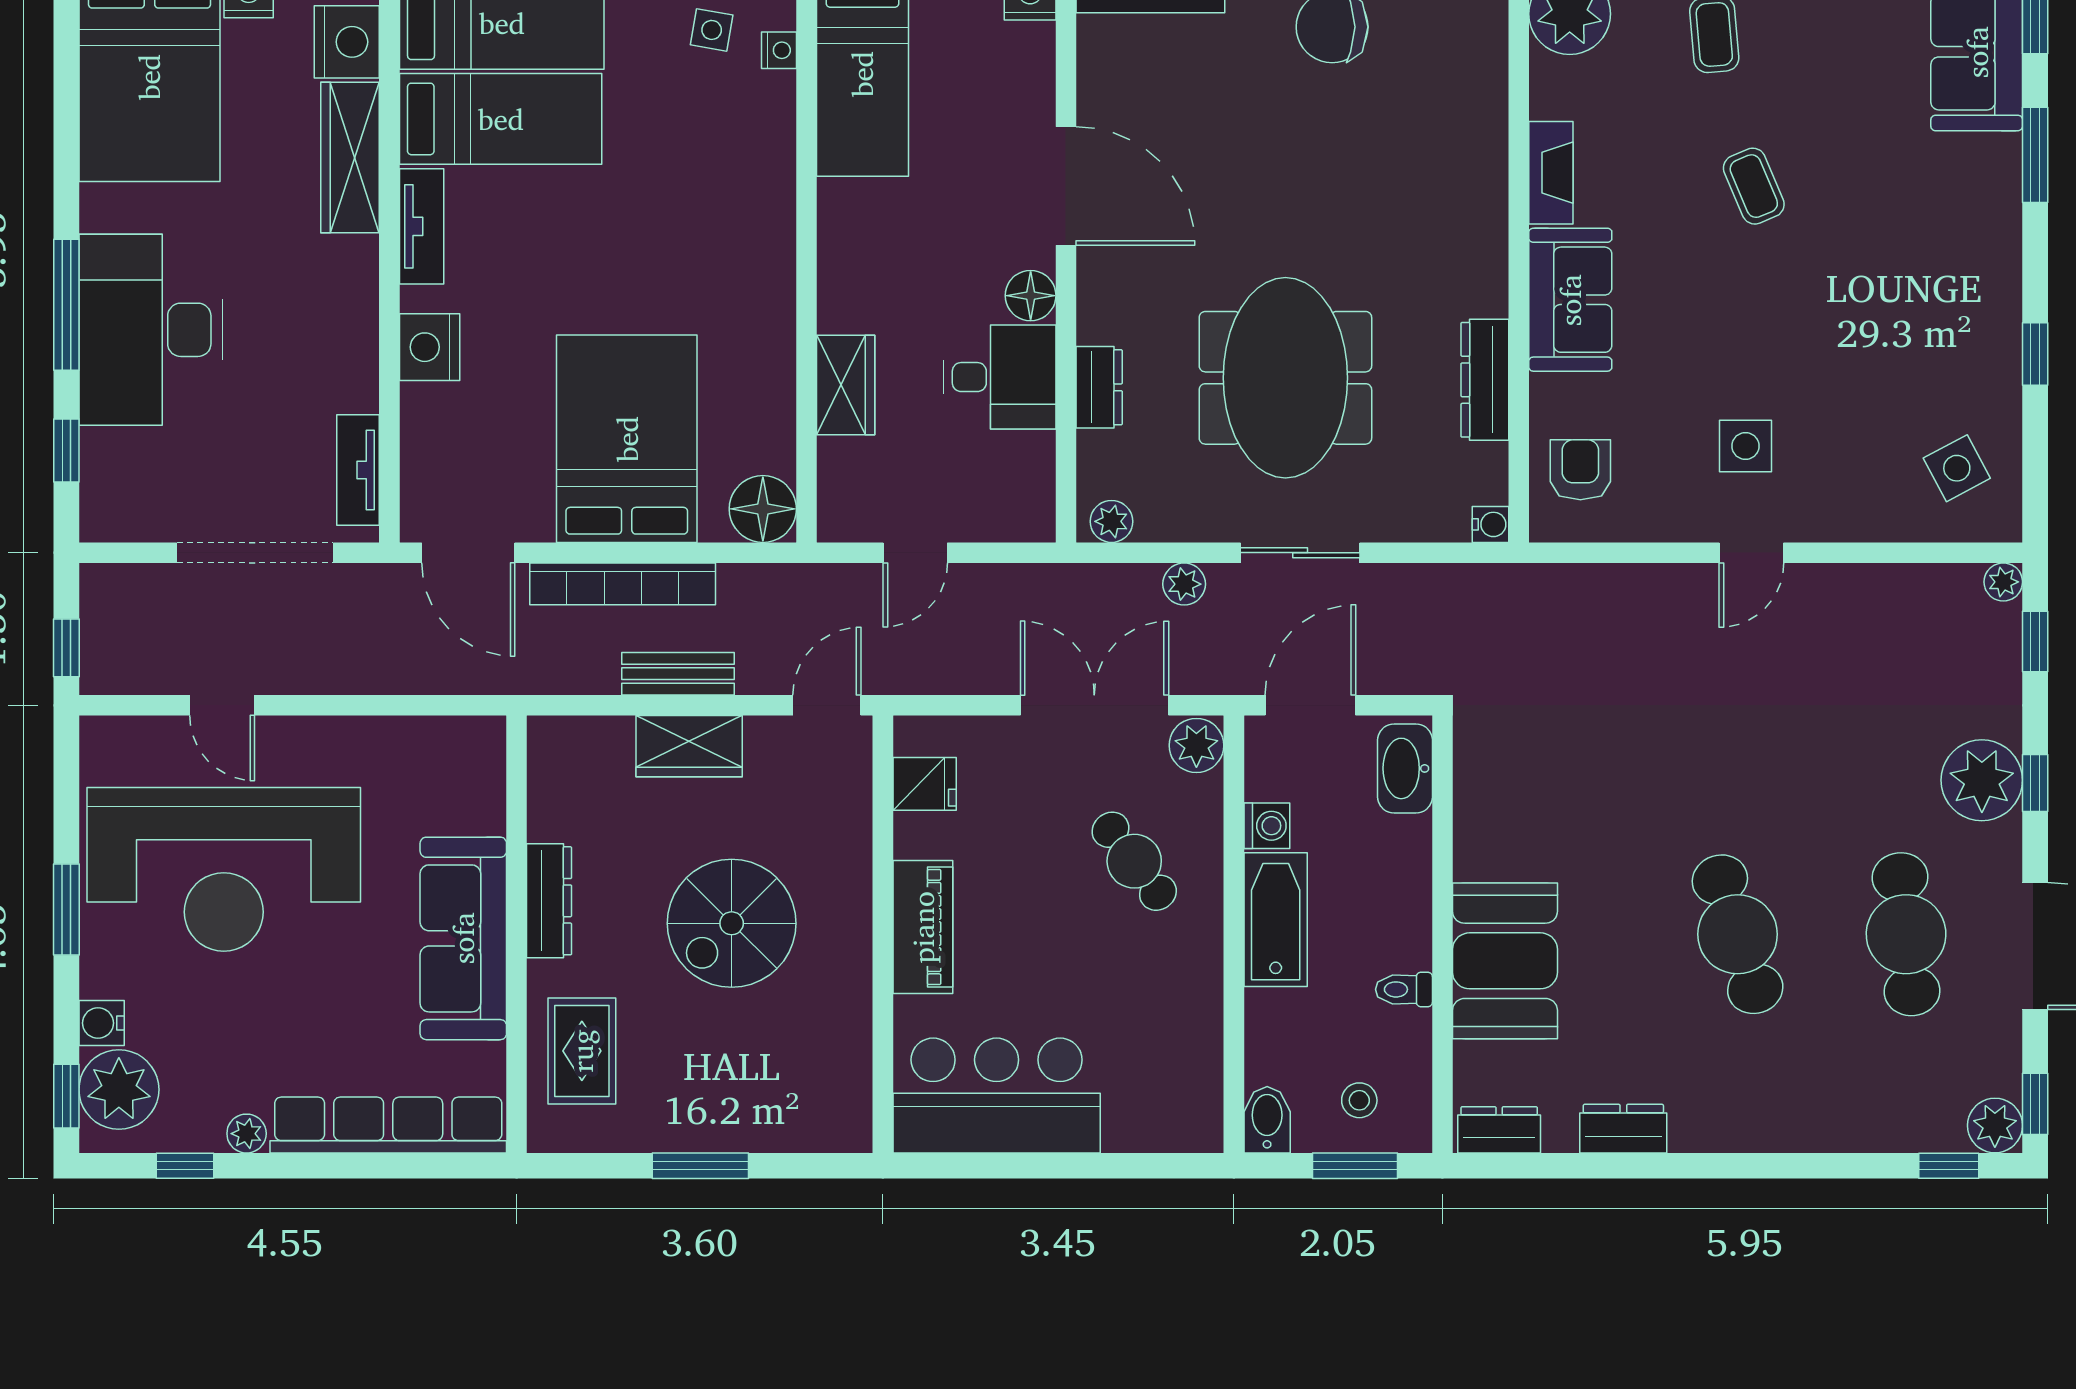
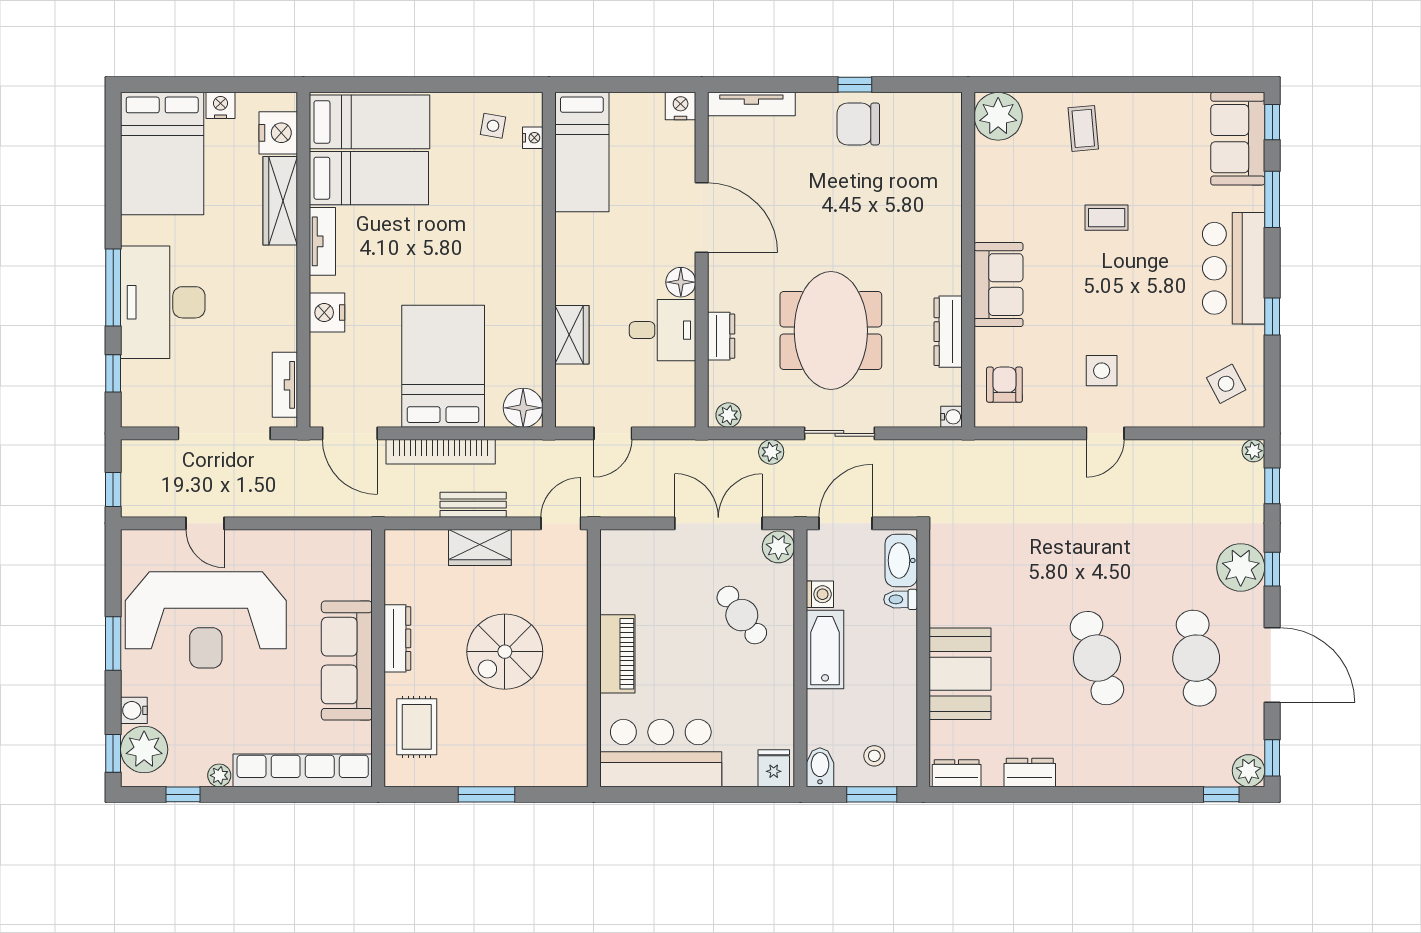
fireplace: (1551, 173) -> (987, 210), removed
coffee table: (1754, 186) -> (1107, 218), turned -67
bar counter: (1970, 272) -> (1234, 268), added
fridge: (925, 784) -> (774, 768), moved, turned -90
toilet: (1404, 989) -> (901, 599), moved

